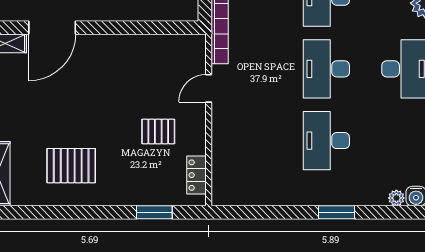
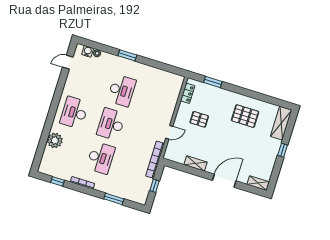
door: (52, 28) -> (224, 181), moved
shelving: (139, 44) -> (196, 163), added
desk: (326, 69) -> (111, 124), turned 180

